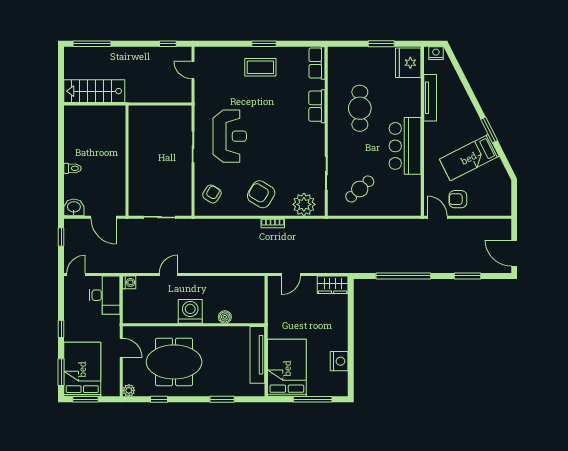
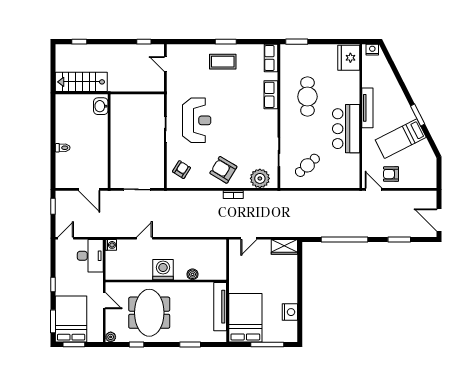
window: (92, 44) -> (79, 42), width x0.46
window: (381, 44) -> (297, 42), moved
tv unit: (430, 98) -> (367, 108), moved
washbasin: (74, 207) -> (101, 106), moved, turned -90
meeting table: (174, 362) -> (149, 313), turned 90

